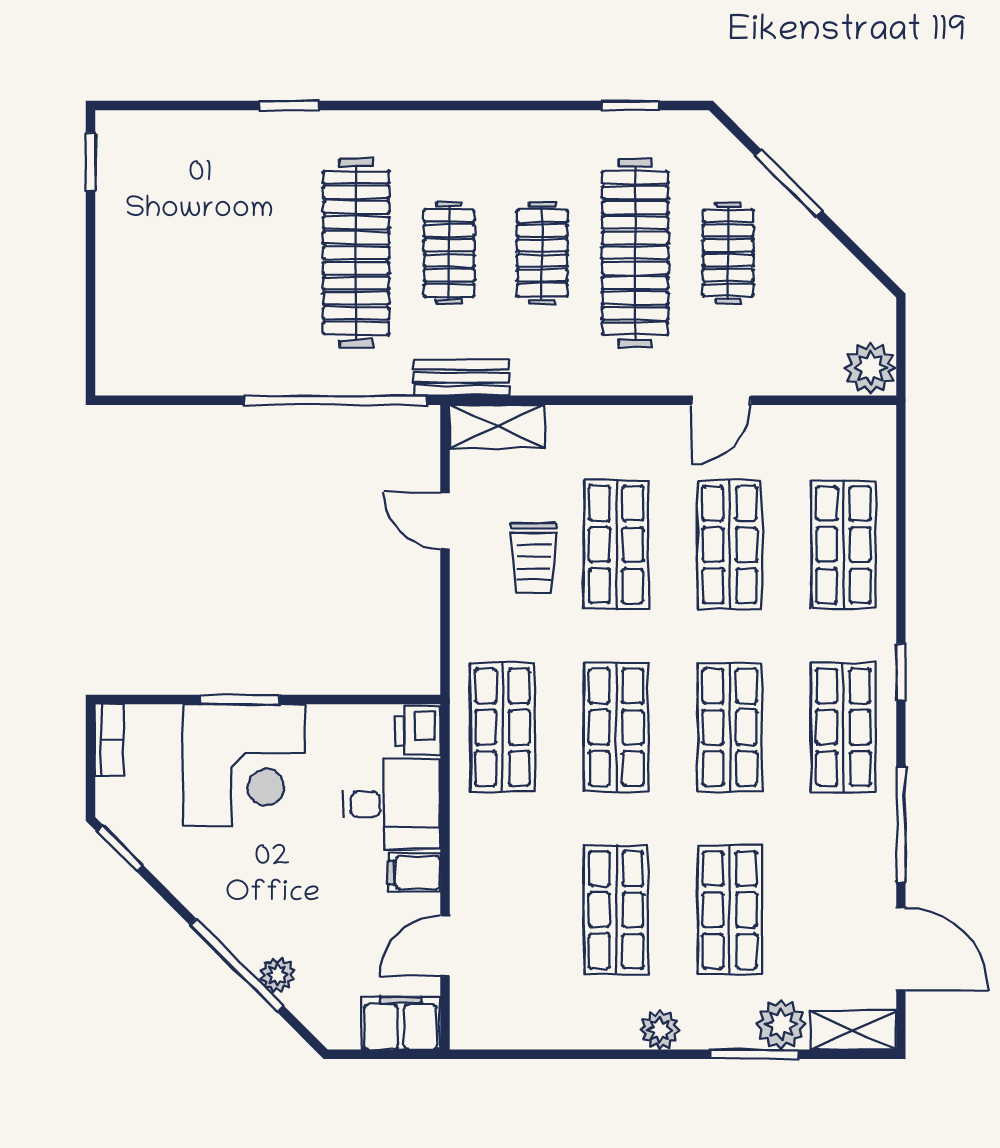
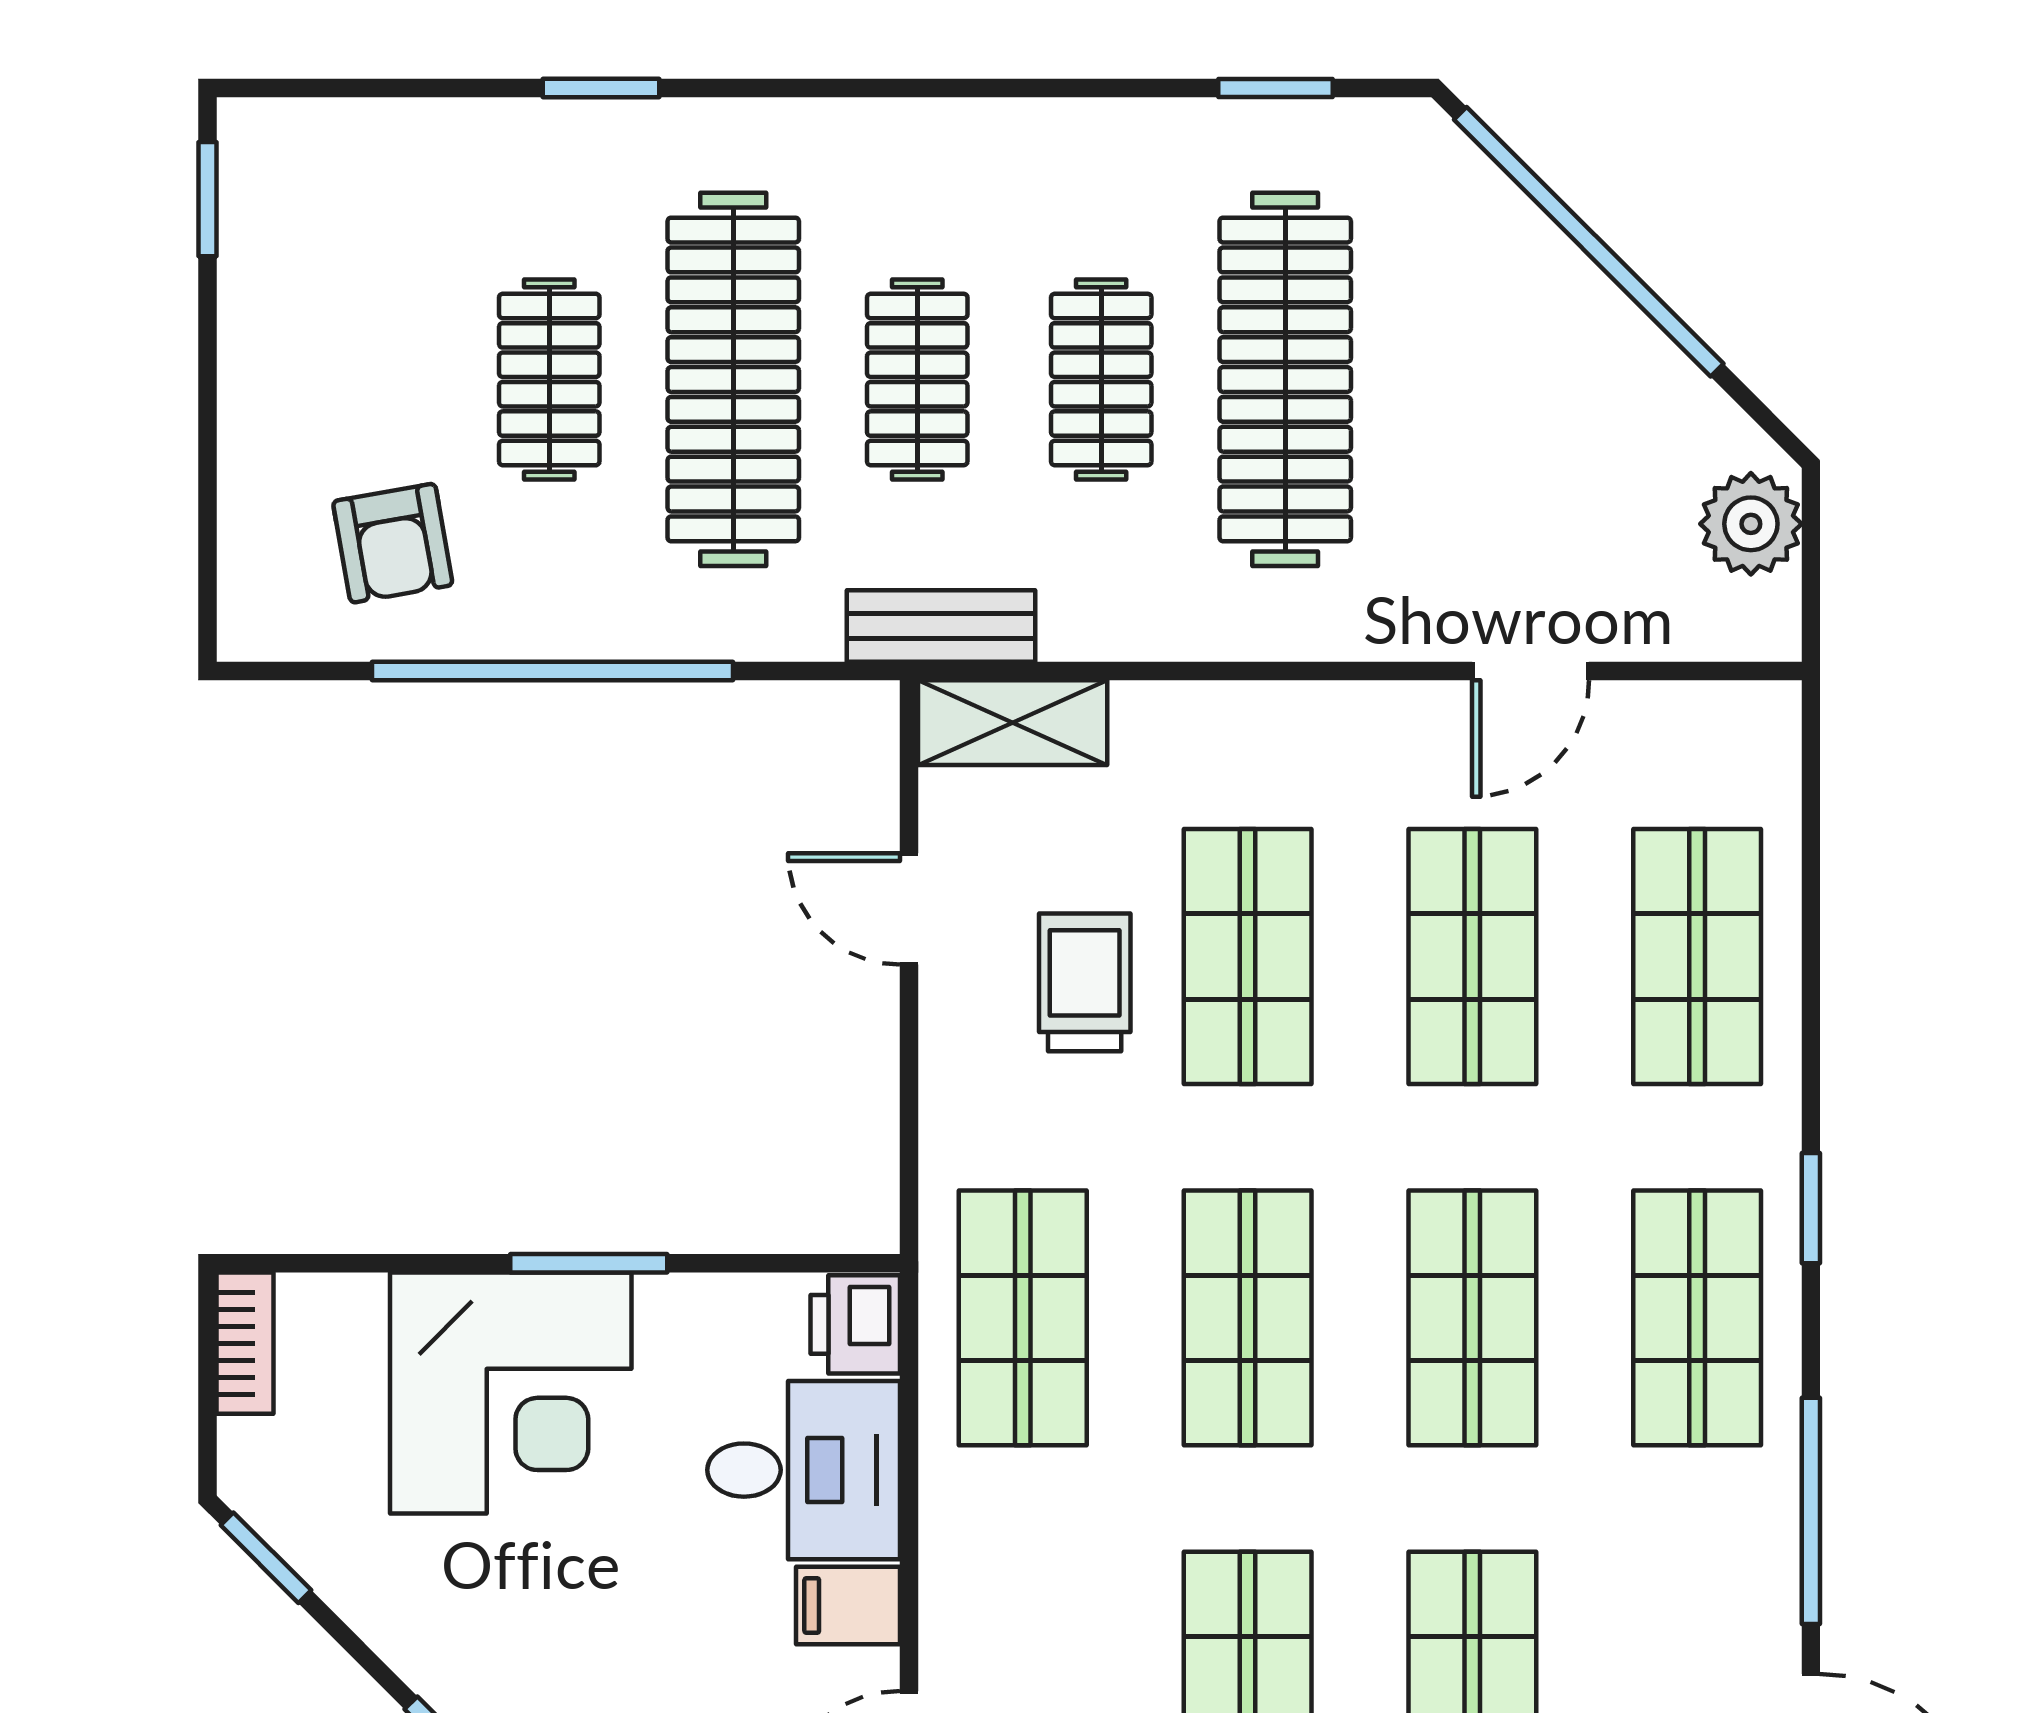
window: (789, 183) -> (1589, 242), width x2.11
clothes rail: (728, 253) -> (549, 379), moved
armchair: (184, 336) -> (393, 543), added
plant: (871, 368) -> (1751, 524), moved
window: (335, 400) -> (552, 671), moved
door: (721, 400) -> (1531, 671), moved
trolley: (534, 558) -> (1085, 982), turned 180
window: (240, 700) -> (589, 1263), moved

